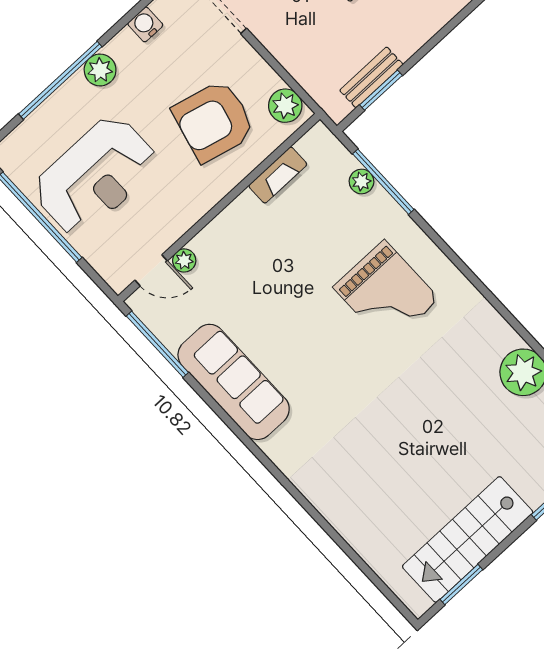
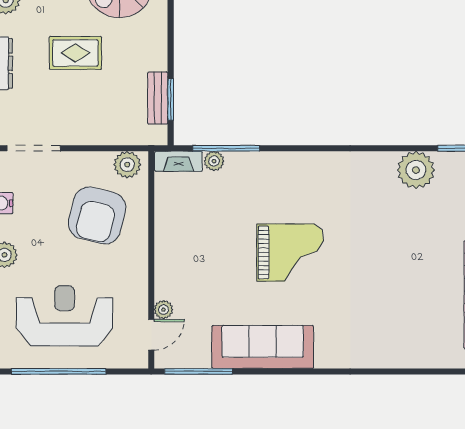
fireplace: (278, 175) -> (179, 161), moved, turned 90
reception desk: (95, 176) -> (65, 316), turned -90
grand piano: (386, 293) -> (290, 253), moved

